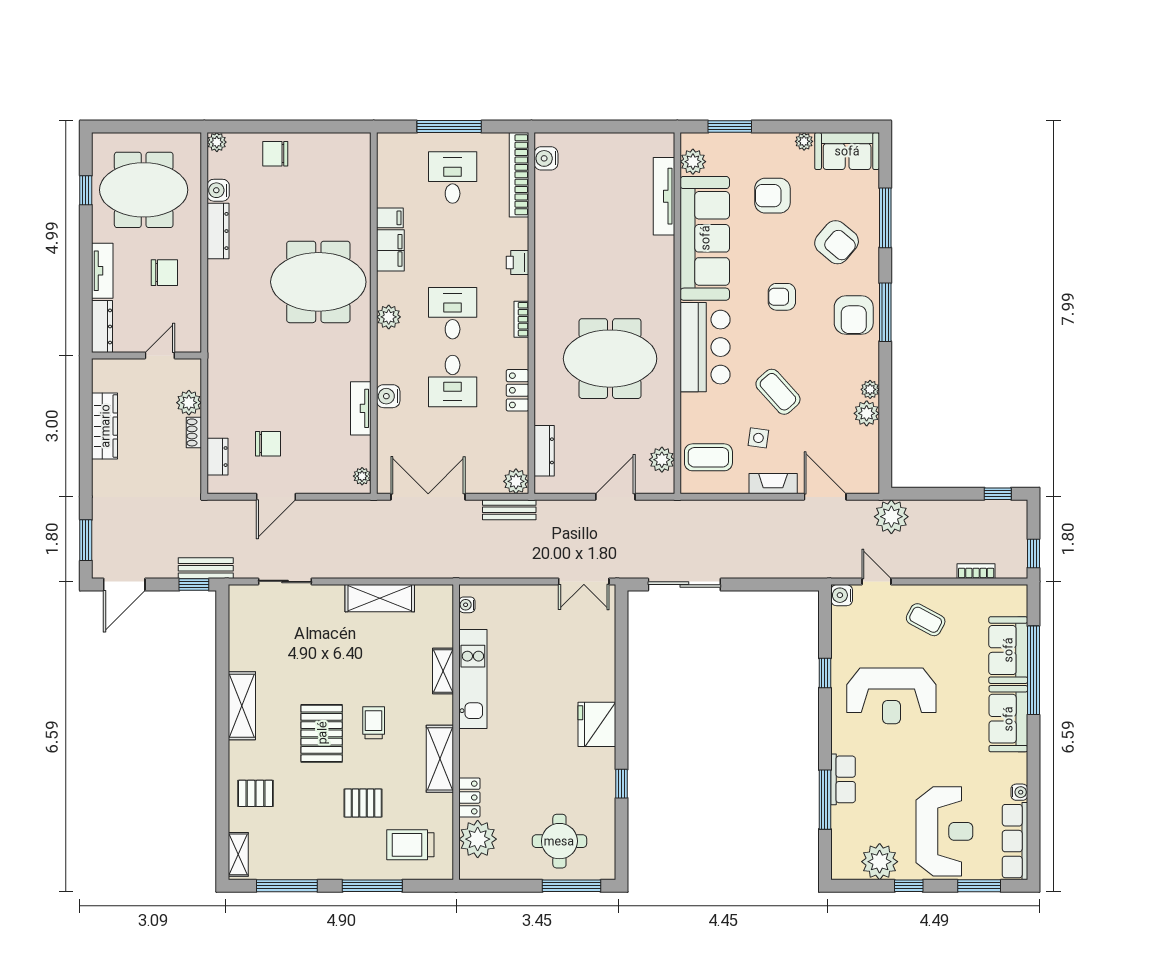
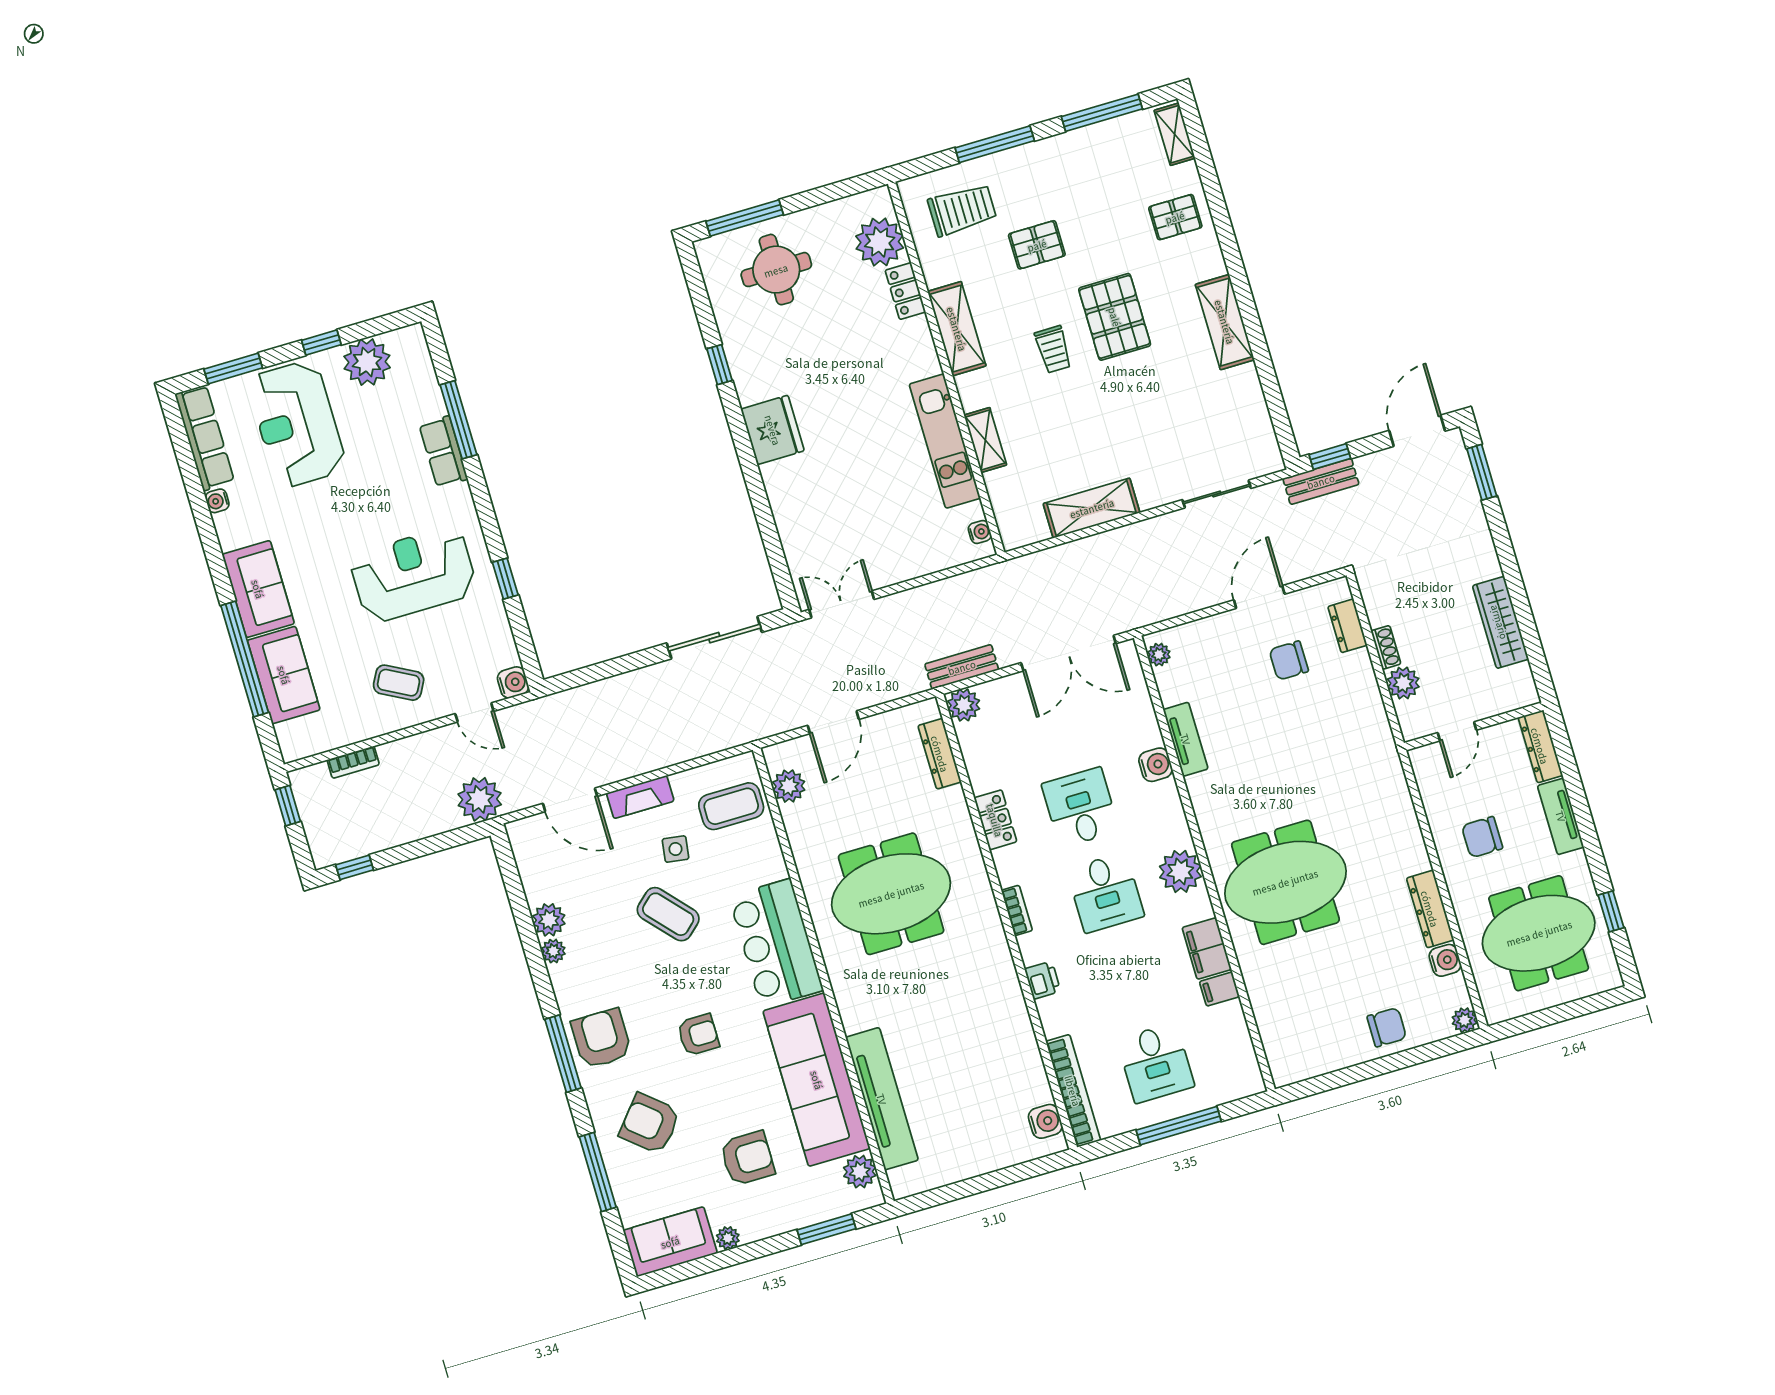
tv unit: (664, 196) -> (882, 1099), width x1.36, depth x1.29
plant: (389, 317) -> (1180, 871), width x1.36, depth x1.36

